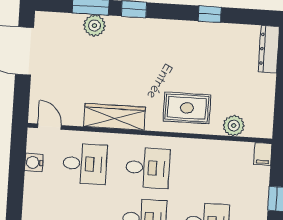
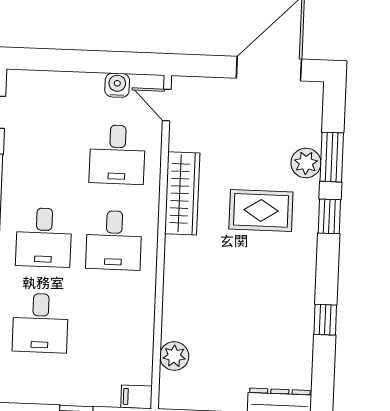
rug: (187, 108) -> (261, 210), moved, turned 90
door: (49, 127) -> (167, 105), swing flipped

